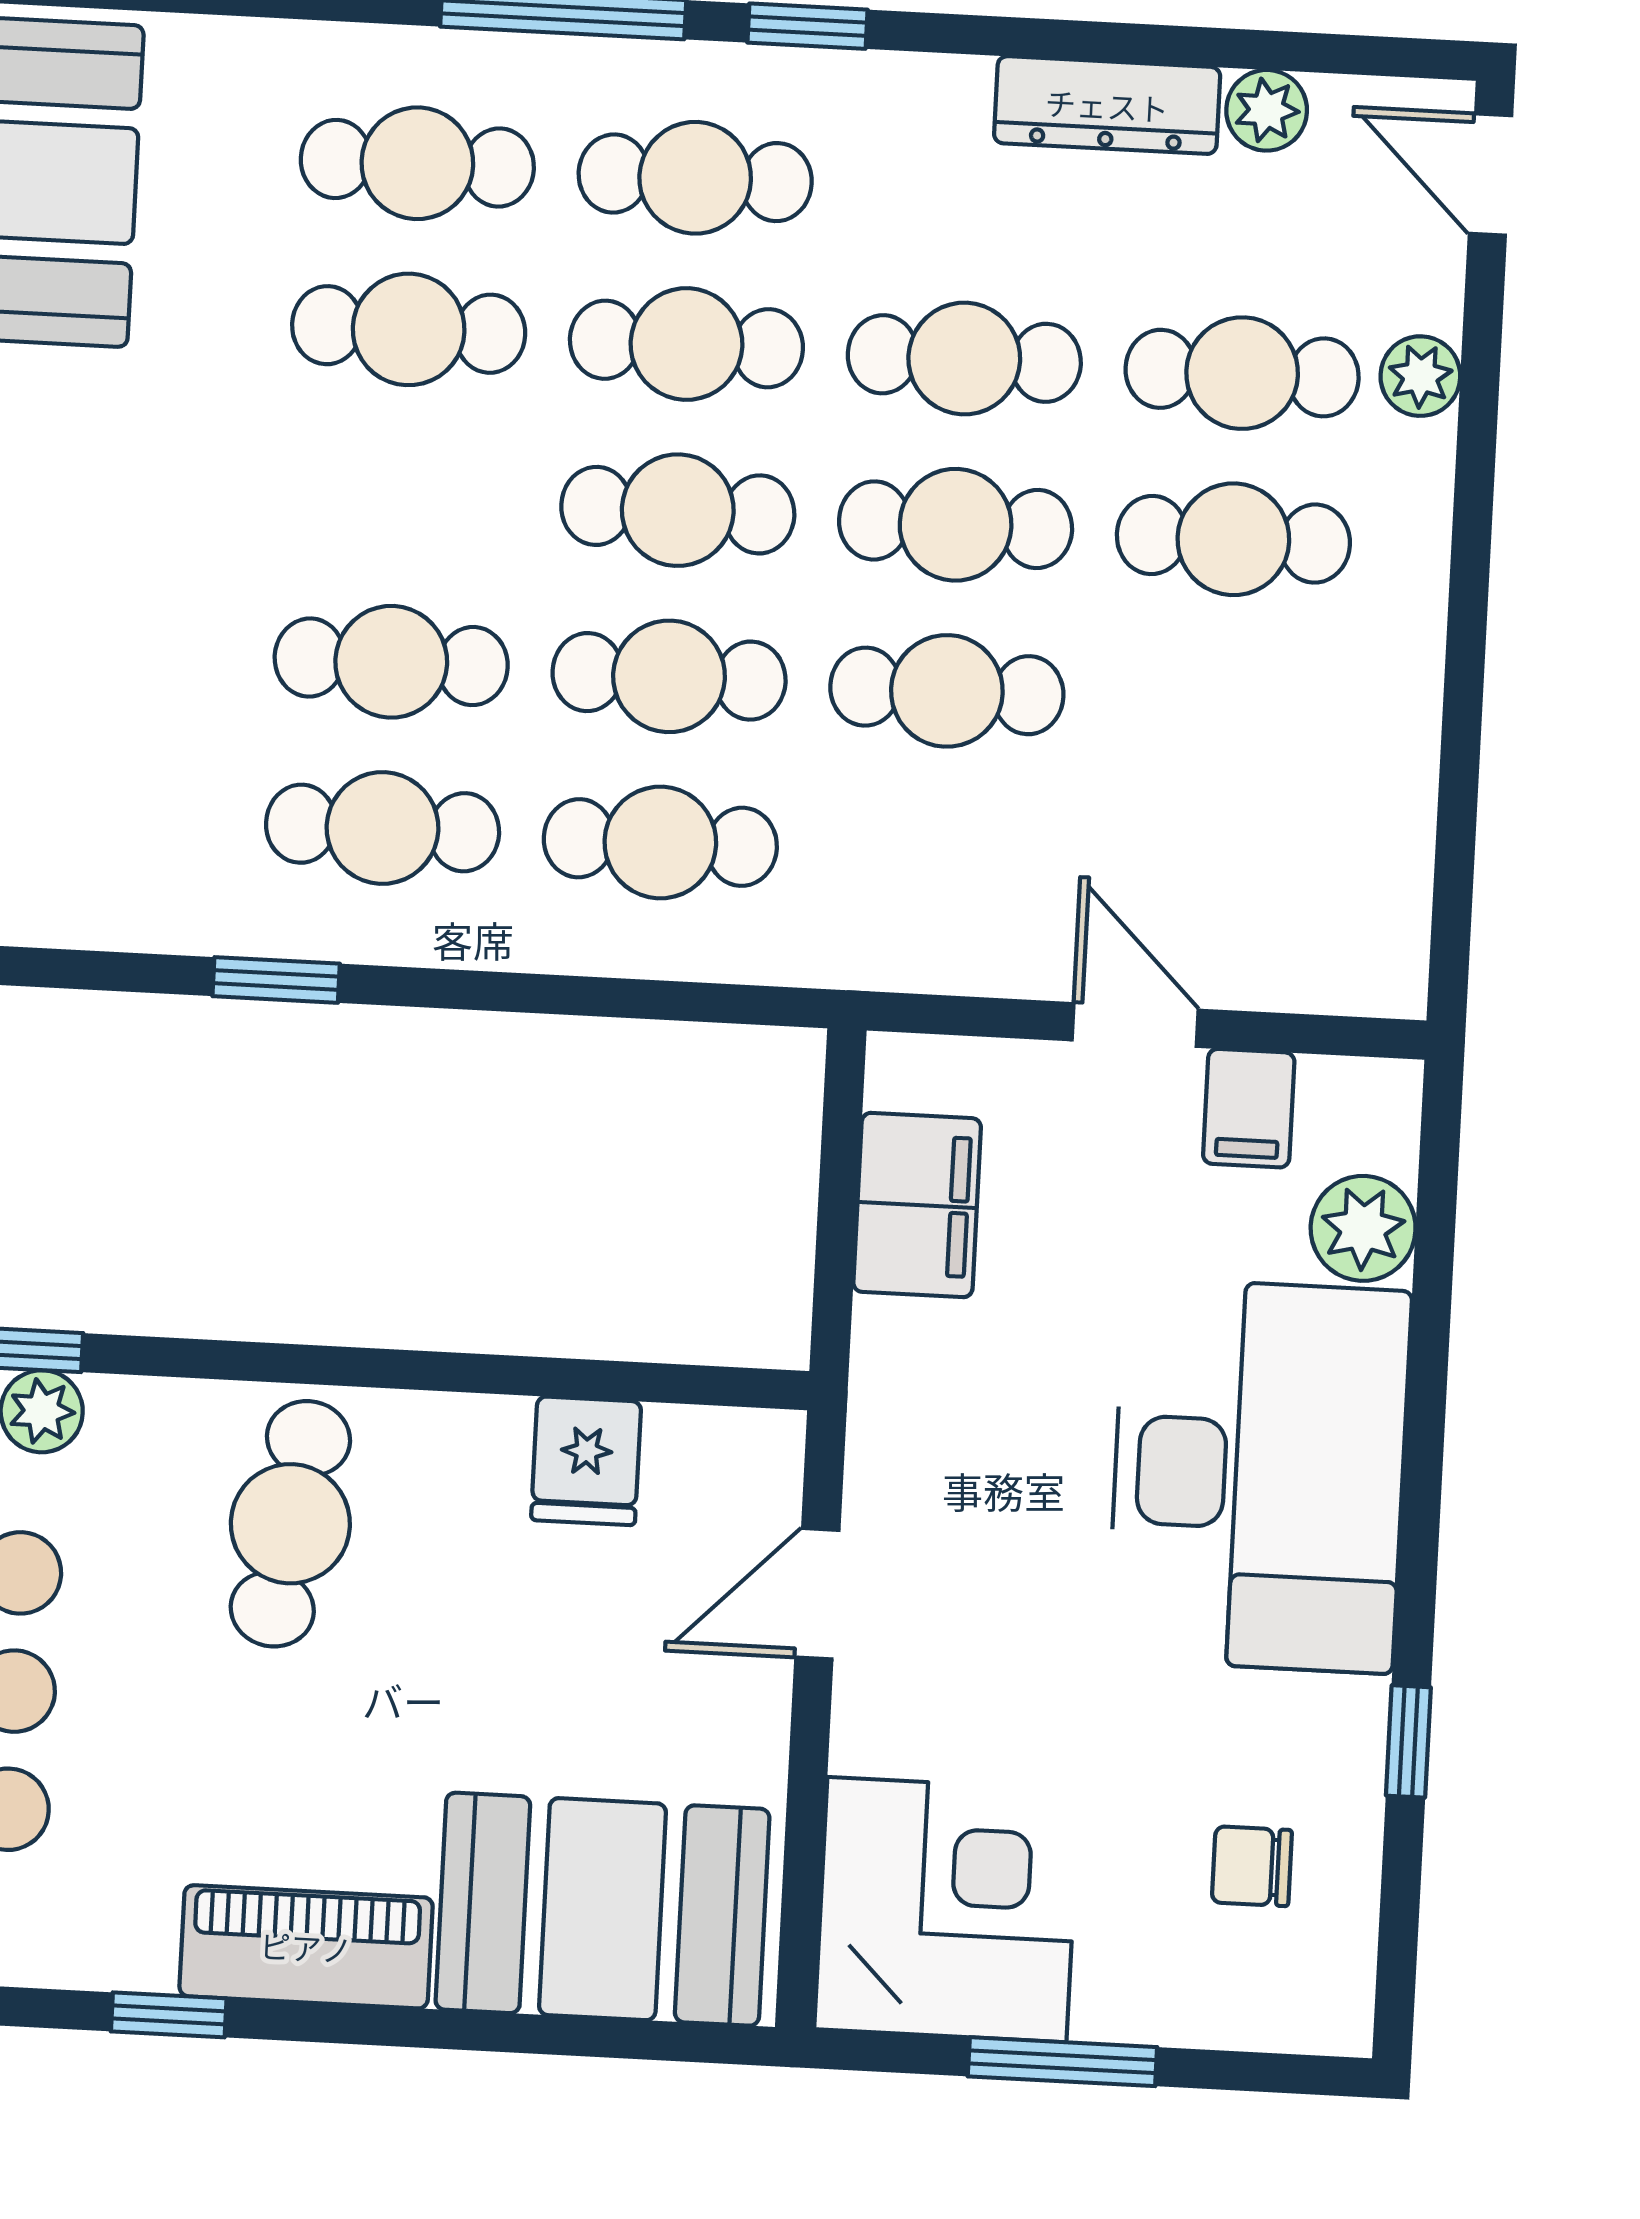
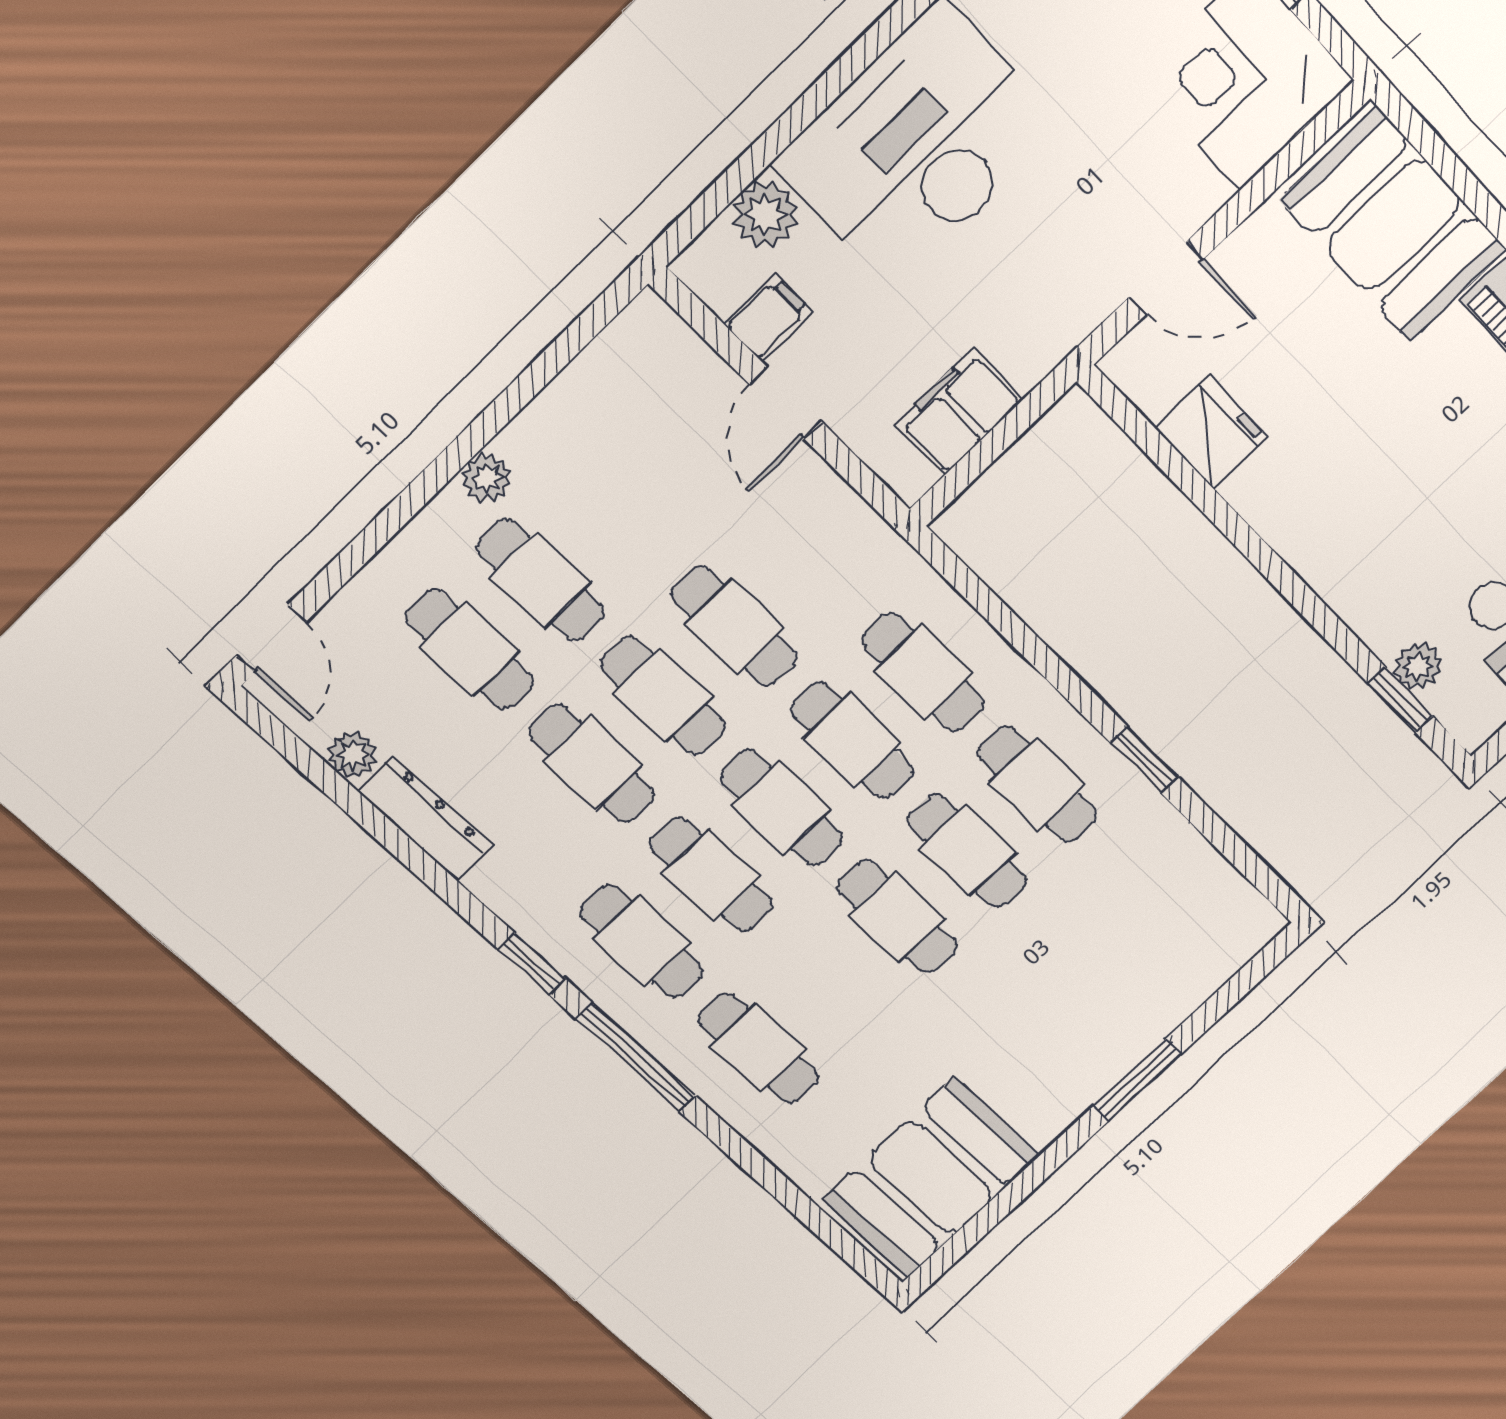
cafe table: (409, 329) -> (897, 917), moved
plant: (1420, 376) -> (487, 478), moved
fridge: (586, 1461) -> (1211, 432), width x1.38
cafe table: (290, 1524) -> (1362, 522), removed

